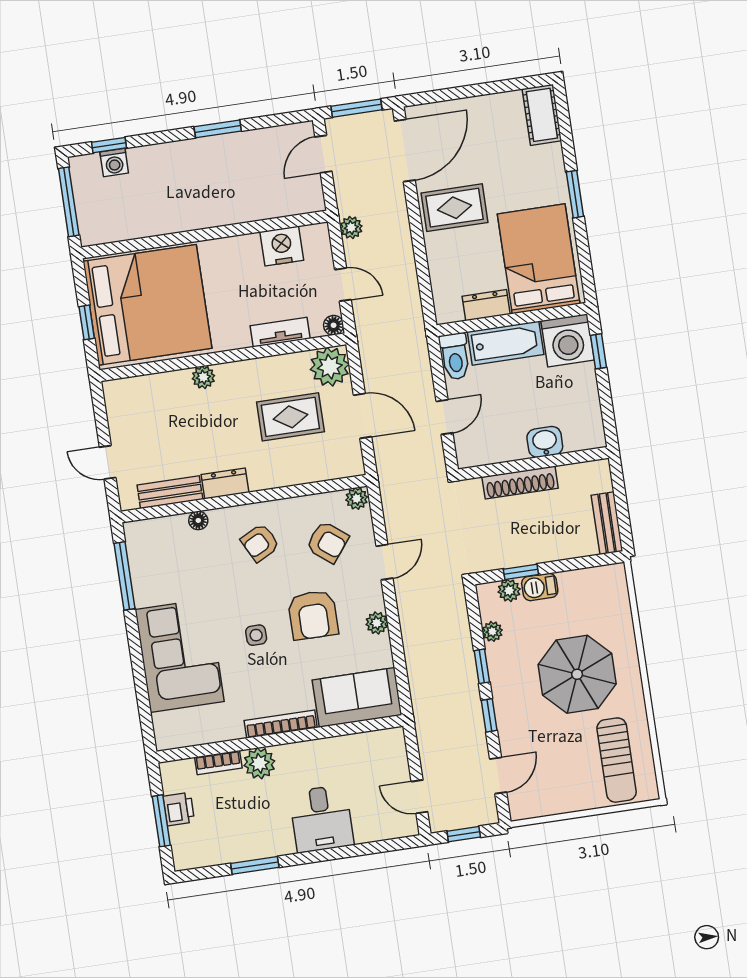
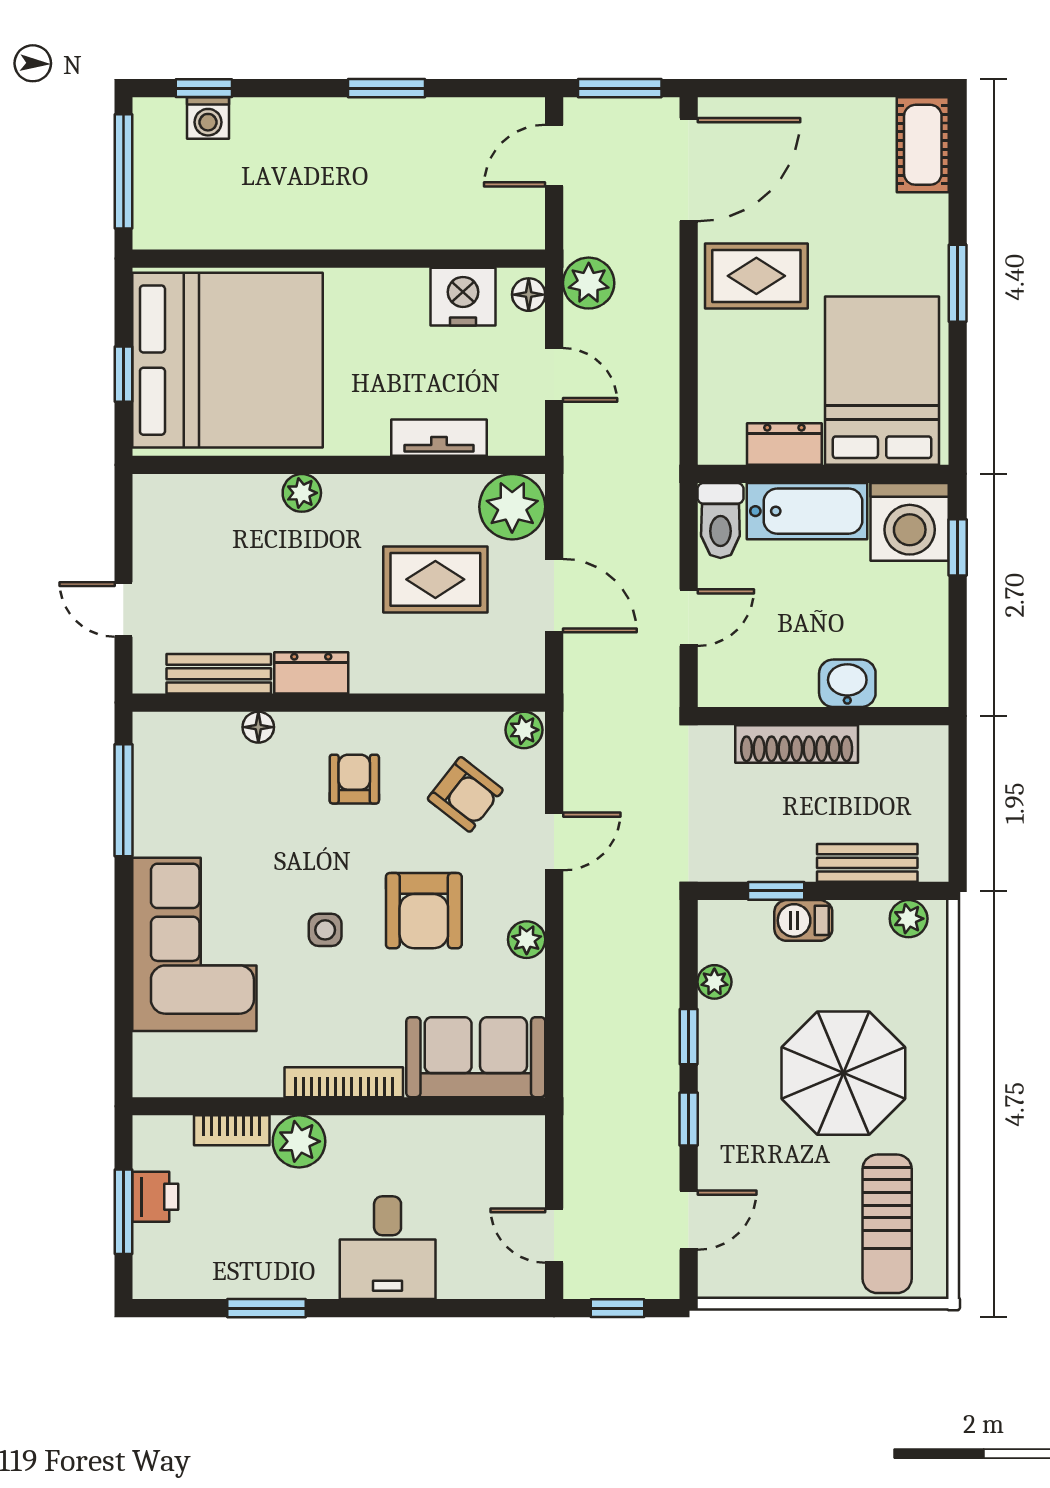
plant: (351, 227) -> (589, 283), width x1.38, depth x1.38
floor lamp: (334, 325) -> (529, 295), moved
bench: (607, 523) -> (867, 863), moved, turned 90
armchair: (260, 543) -> (354, 779), turned 117
plant: (509, 590) -> (909, 919), moved

